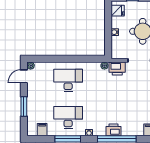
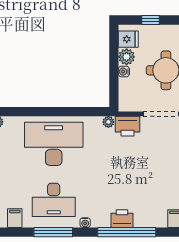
plant: (117, 22) -> (127, 57), added
desk: (68, 80) -> (54, 144), width x1.36, depth x1.30
desk: (68, 117) -> (54, 200), turned 180

